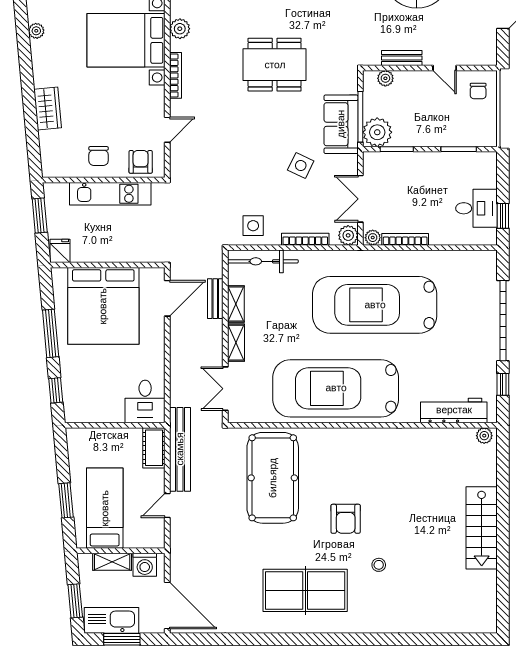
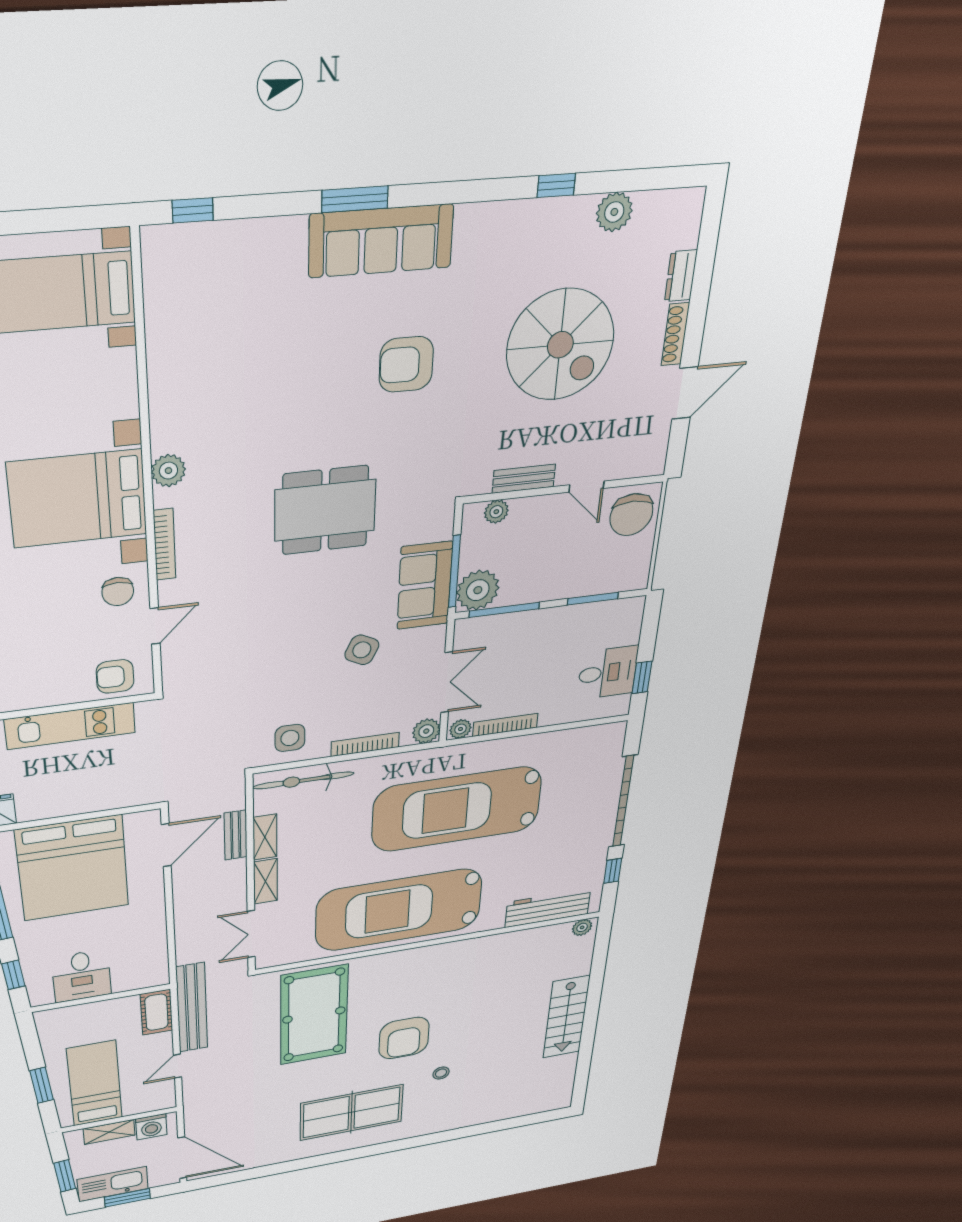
chair: (478, 91) -> (631, 515), width x1.87, depth x1.87
window: (397, 149) -> (504, 610), width x1.44
chair: (99, 156) -> (118, 592), moved
armchair: (141, 162) -> (115, 676), turned -90
double door: (360, 199) -> (447, 682), swing flipped
desk: (145, 402) -> (82, 976), moved
armchair: (346, 519) -> (404, 1038), width x1.36, depth x1.36

